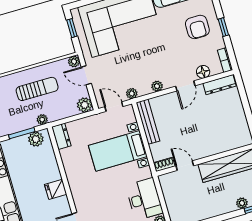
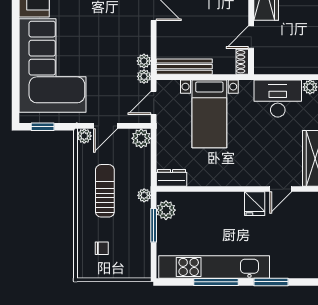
plant: (157, 86) -> (144, 61), moved
fridge: (56, 189) -> (255, 204), moved

